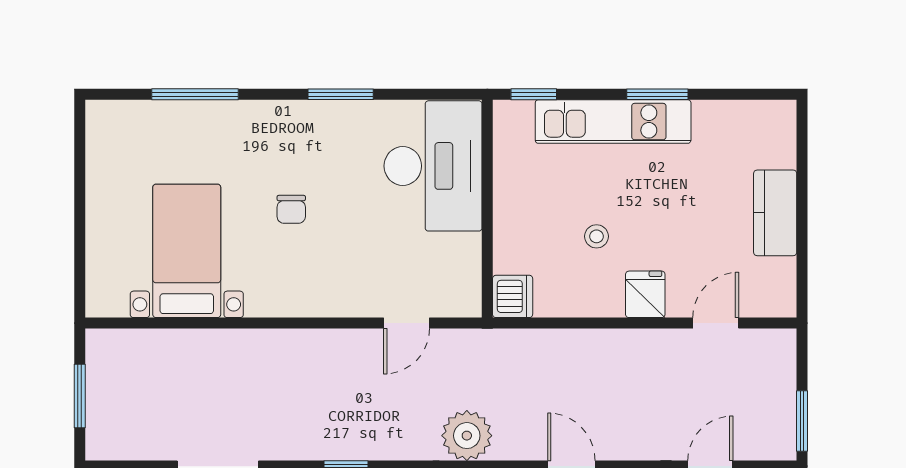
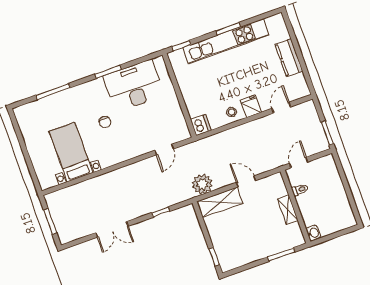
kitchen unit: (613, 122) -> (226, 41), width x1.36
desk: (433, 166) -> (134, 86), moved, turned -90
stool: (596, 236) -> (232, 112), moved

